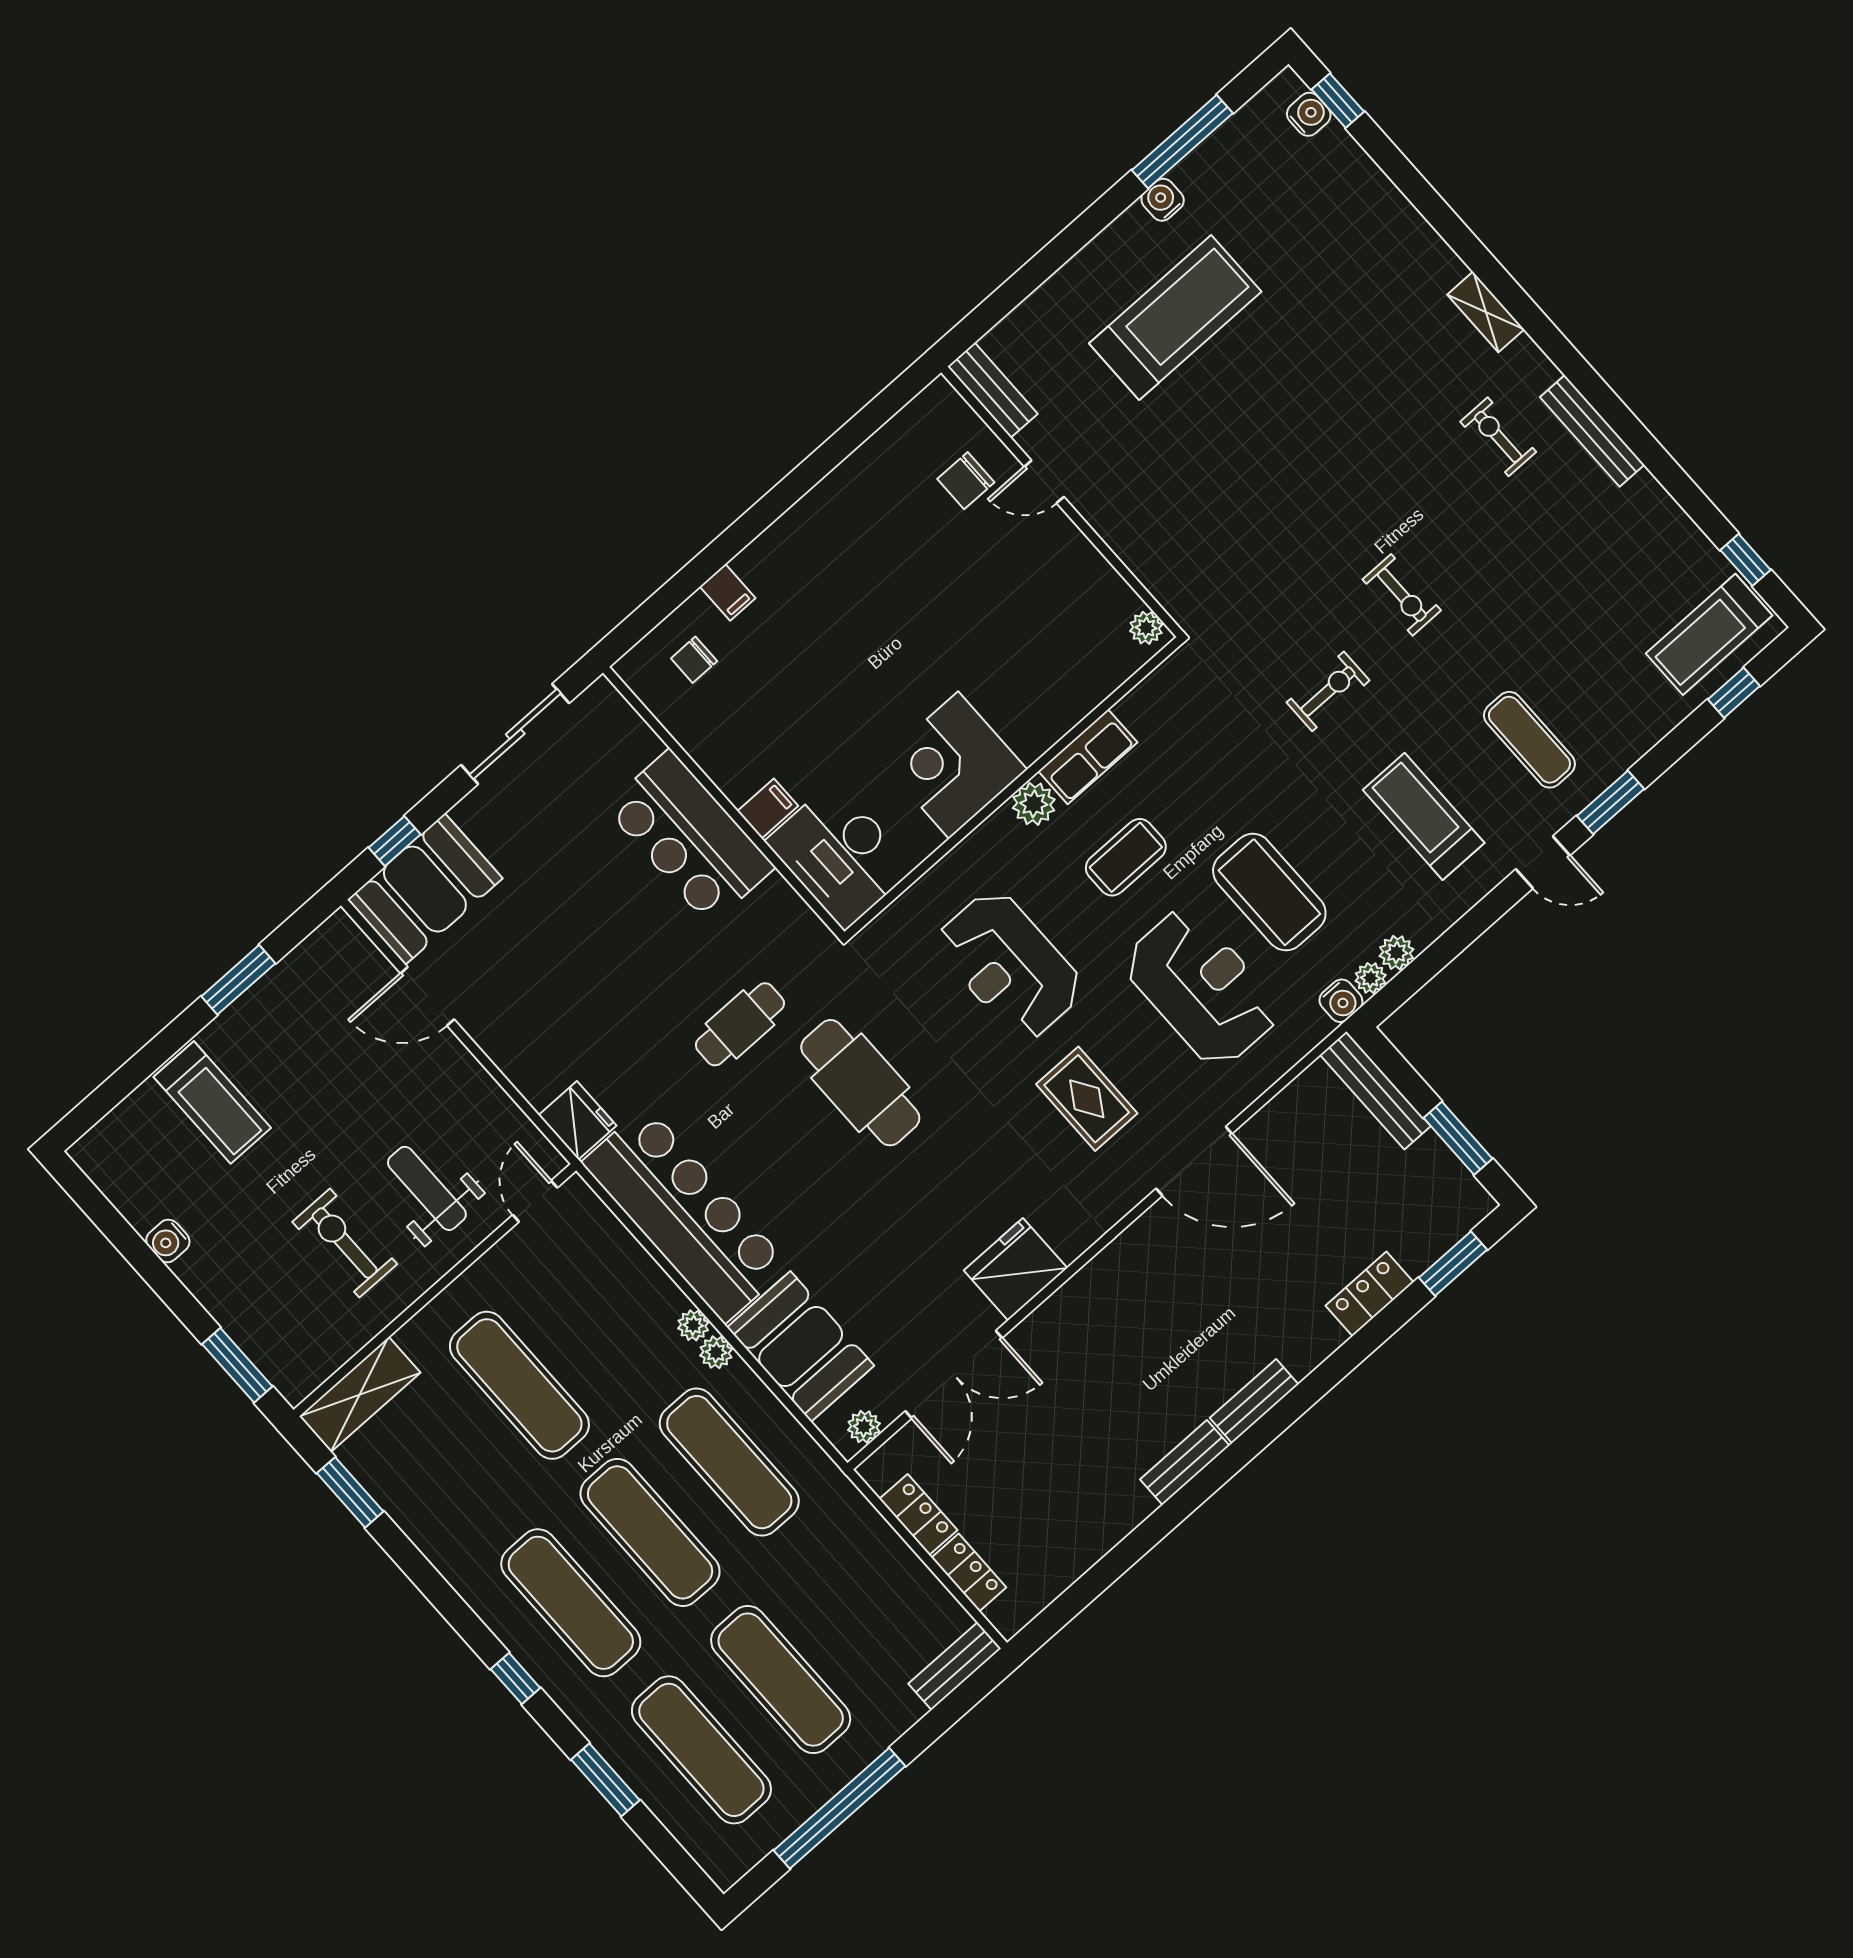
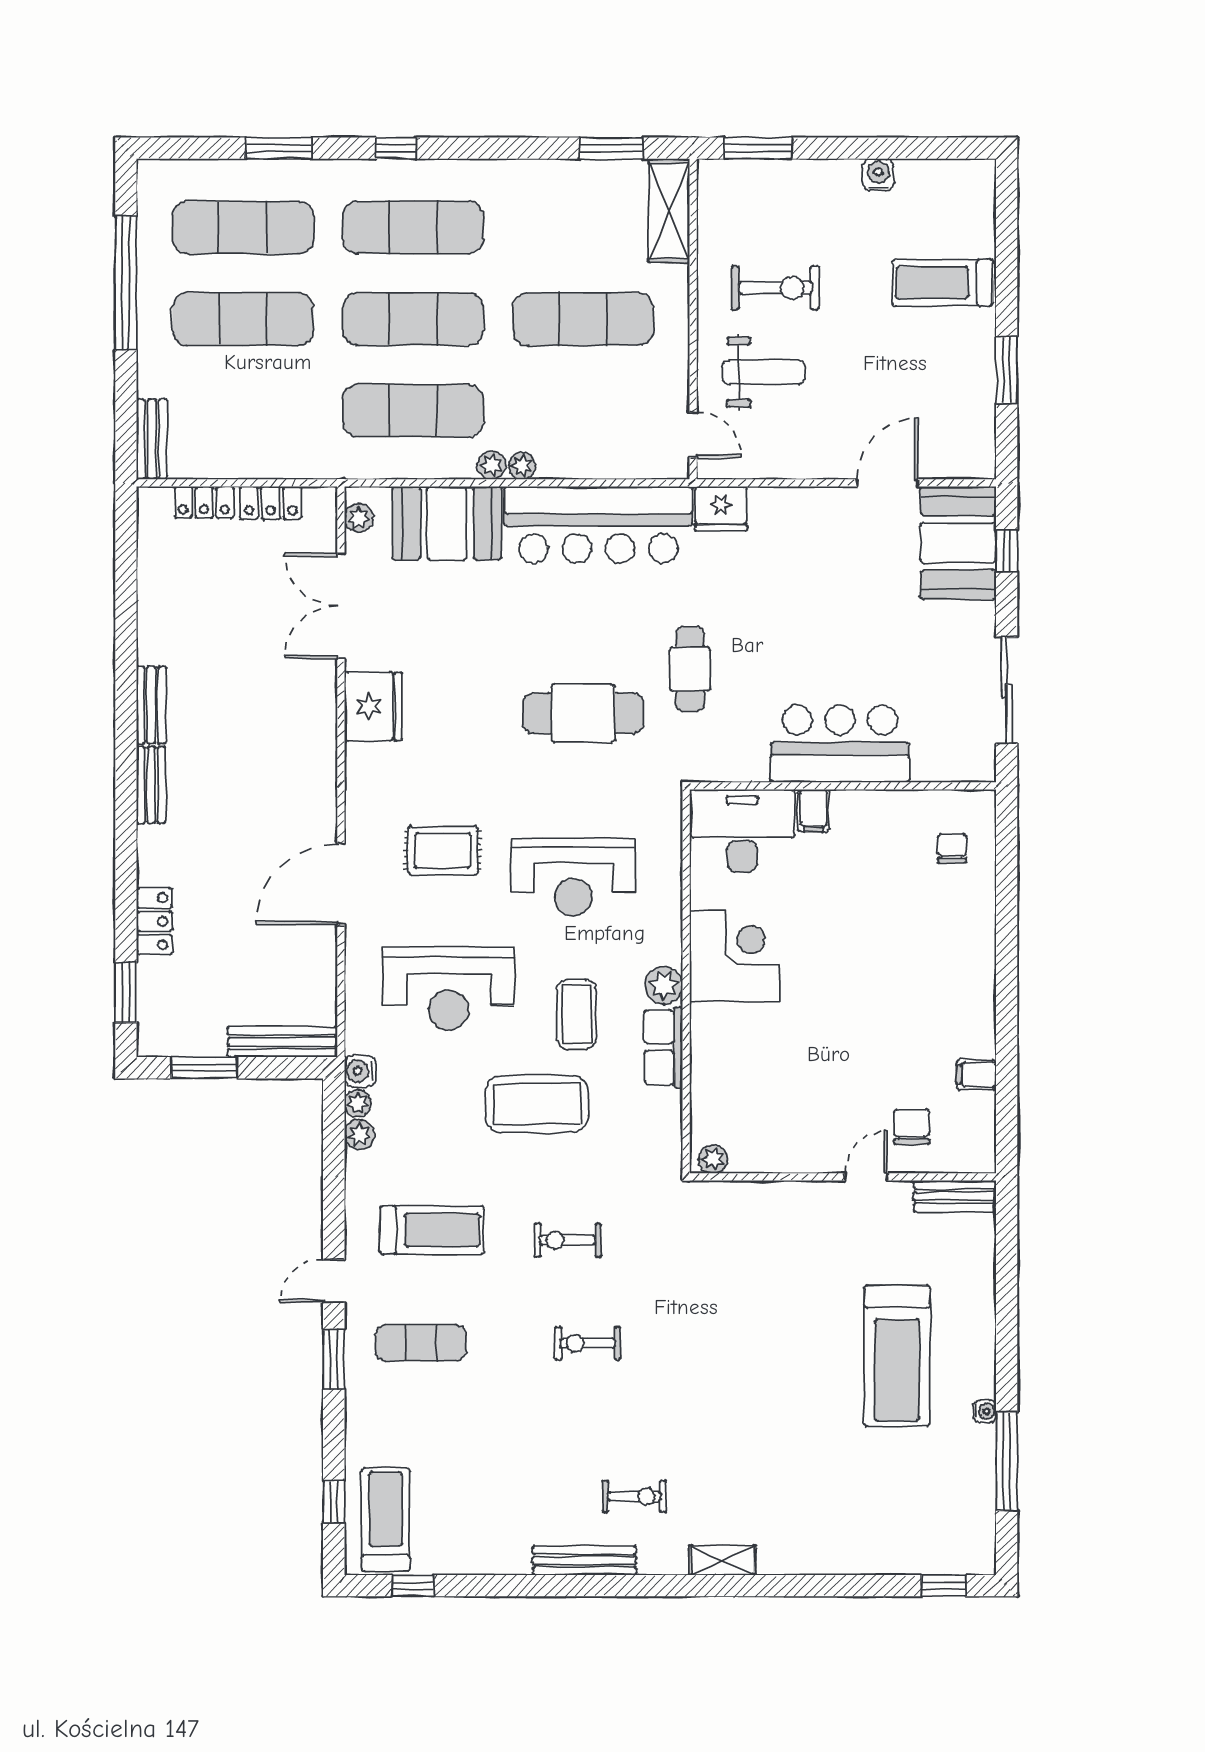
water cooler: (1309, 114) -> (952, 1559), removed
water cooler: (1163, 200) -> (985, 1411), width x0.72, depth x0.72
filing cabinet: (728, 592) -> (976, 1074), moved
exercise bike: (1328, 691) -> (568, 1240), turned 90
coffee table: (1269, 892) -> (537, 1104), moved
reception desk: (1009, 965) -> (573, 877), turned 180

